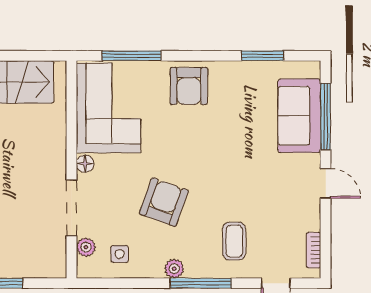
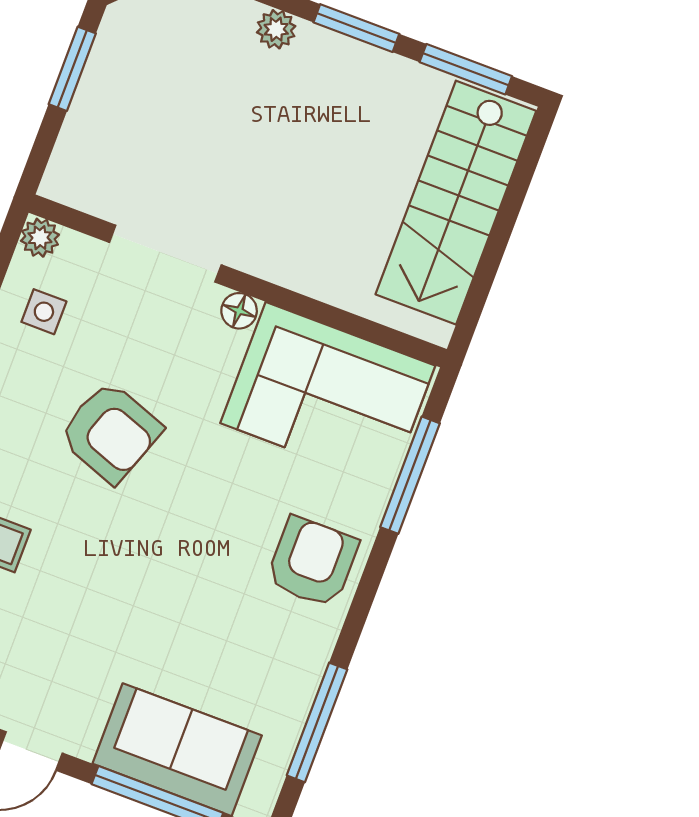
window: (262, 56) -> (317, 722), width x1.44
armchair: (189, 86) -> (312, 562), turned 90
plant: (86, 247) -> (40, 238), moved

